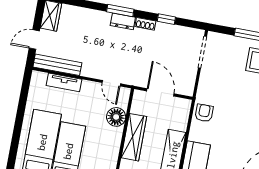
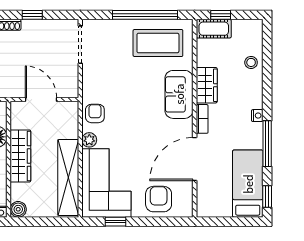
plant: (195, 134) -> (89, 140), added

